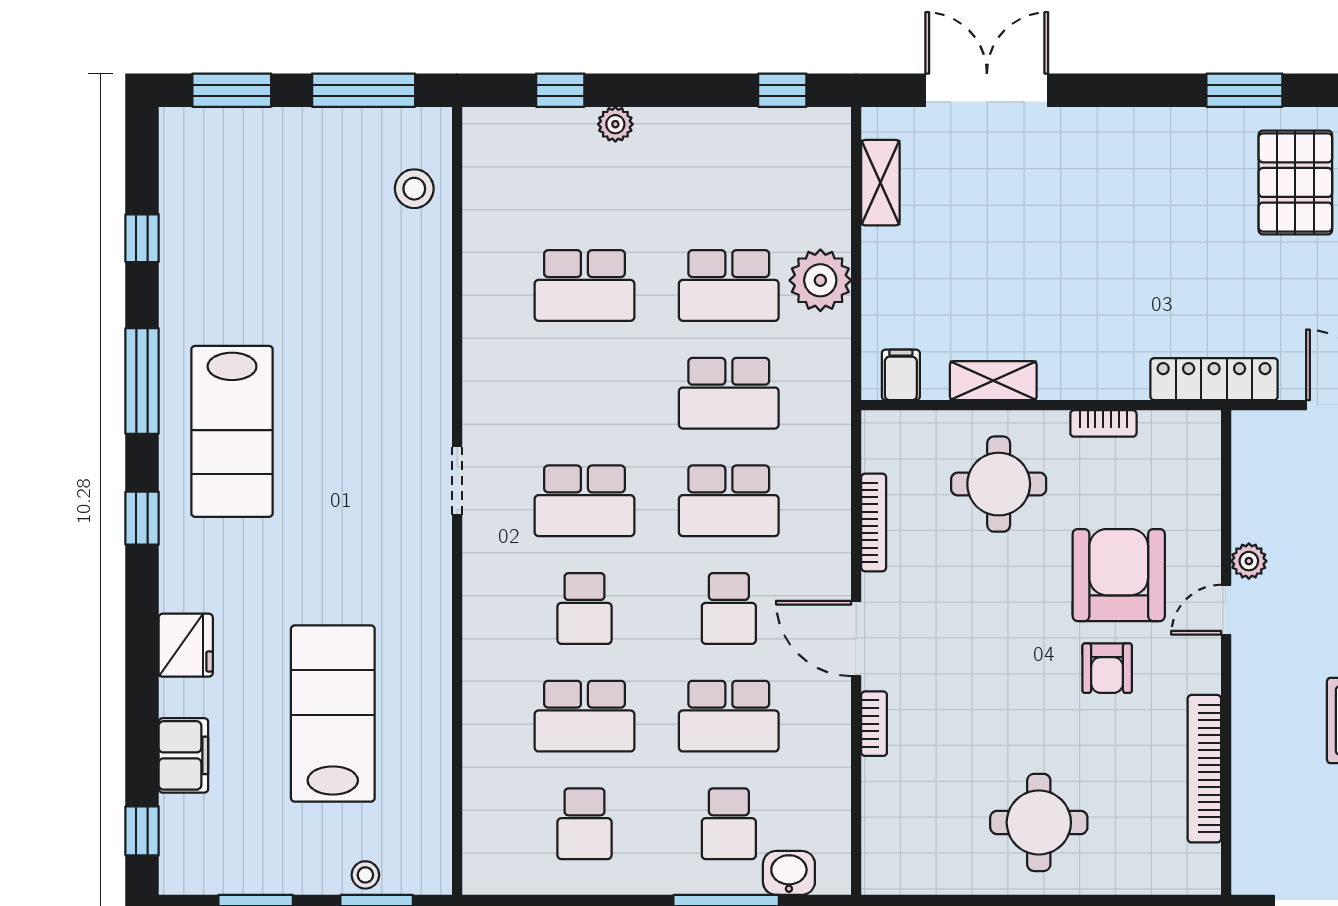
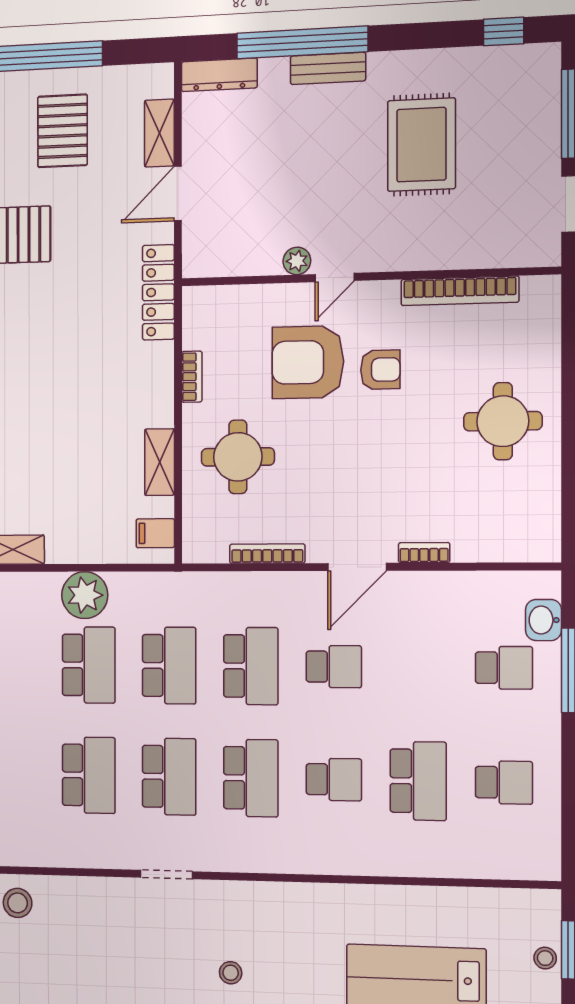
stool: (332, 474) -> (231, 973), added
doorway: (457, 480) -> (166, 874), moved
door: (1226, 610) -> (335, 278), hinge flipped
school desk: (729, 716) -> (169, 777), moved

